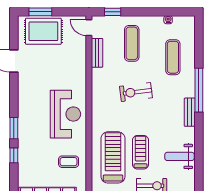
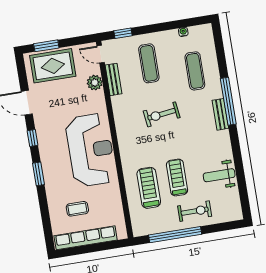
plant: (79, 53) -> (95, 83), added
bench: (190, 112) -> (220, 114), moved
reception desk: (65, 114) -> (91, 150), width x1.36, depth x1.30
window: (14, 155) -> (33, 138), moved
treadmill: (113, 157) -> (149, 188), width x0.73, depth x0.73
coffee table: (69, 162) -> (77, 209), moved

